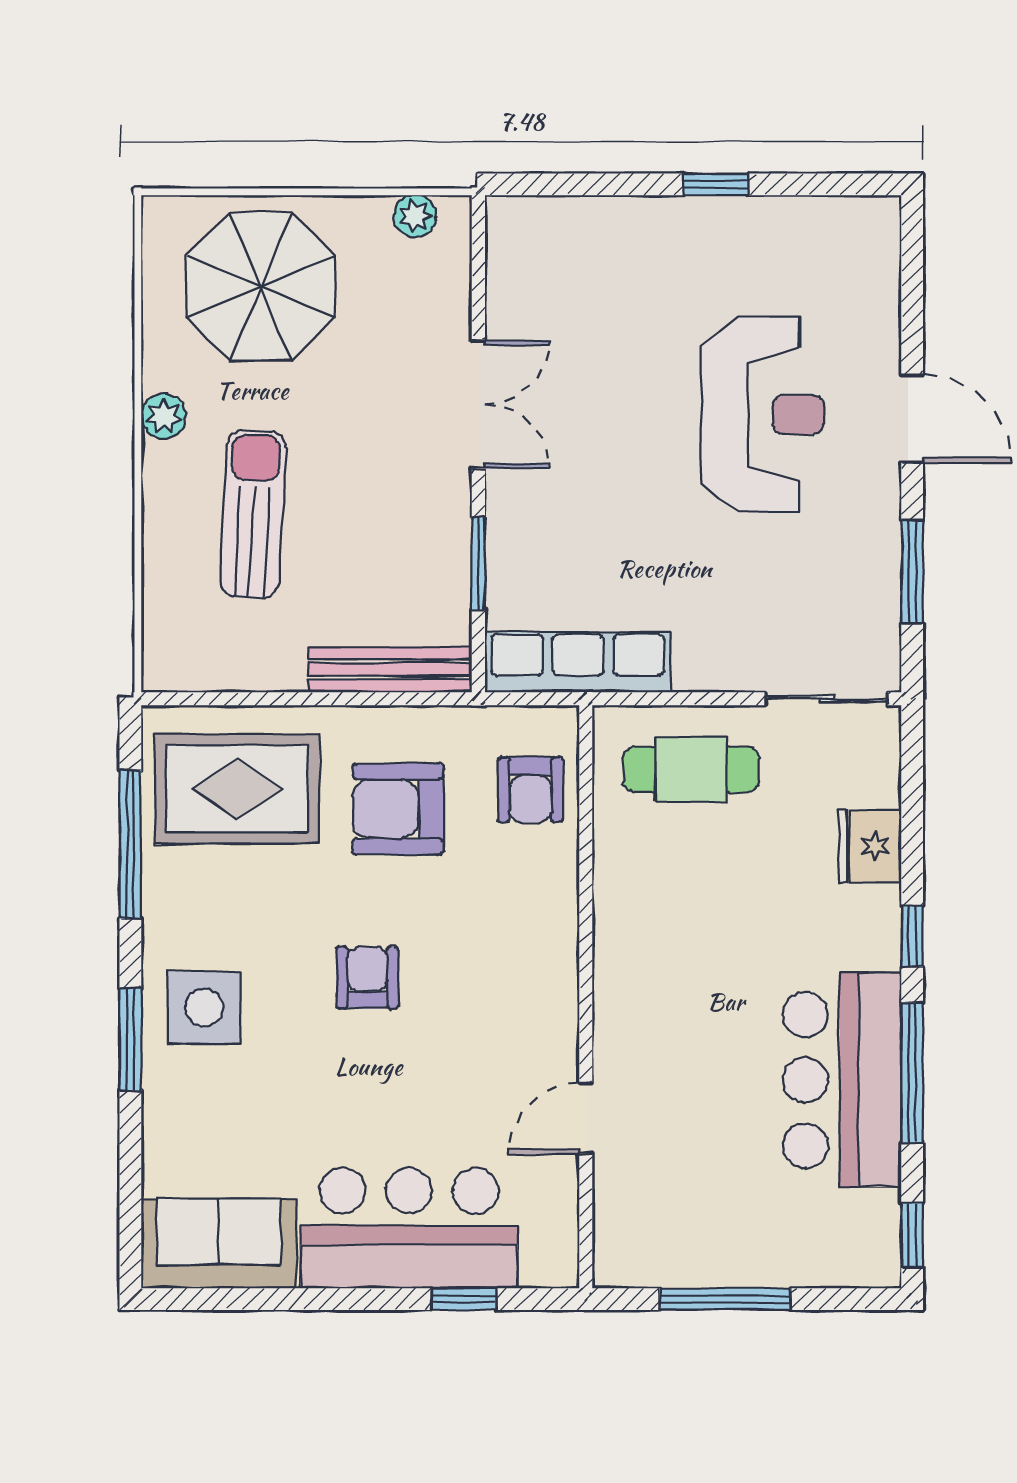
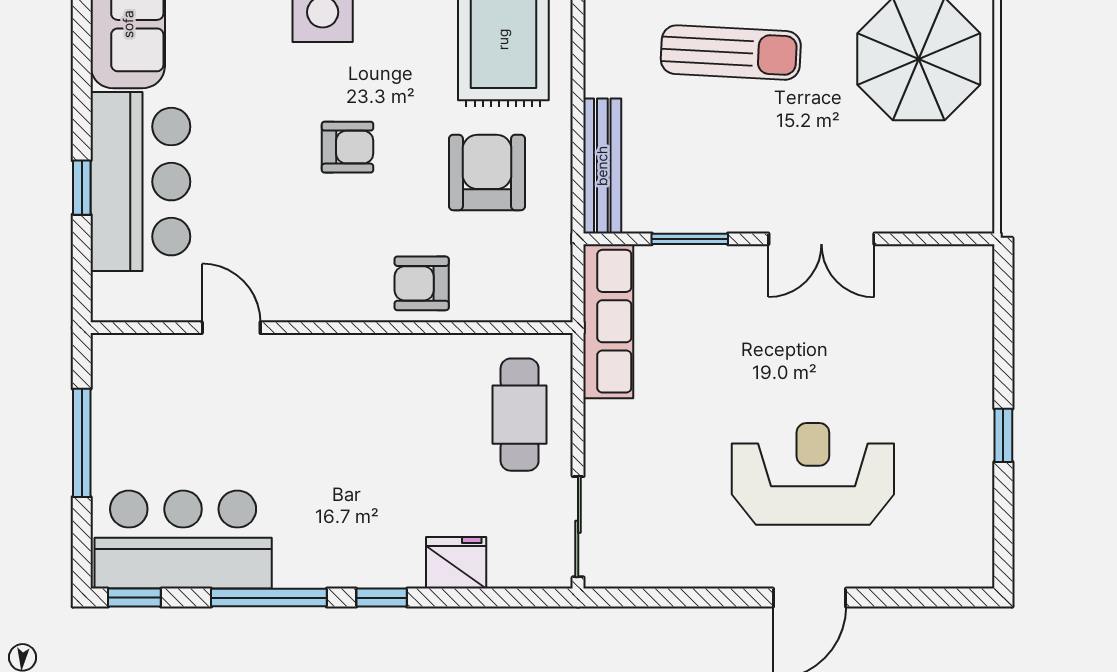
plant: (415, 216) -> (977, 187), removed
reception desk: (763, 415) -> (813, 474), turned 180
window: (912, 572) -> (683, 598), removed
armchair: (531, 790) -> (422, 283), moved
bar counter: (842, 1080) -> (183, 540), moved
window: (464, 1299) -> (82, 188), moved

